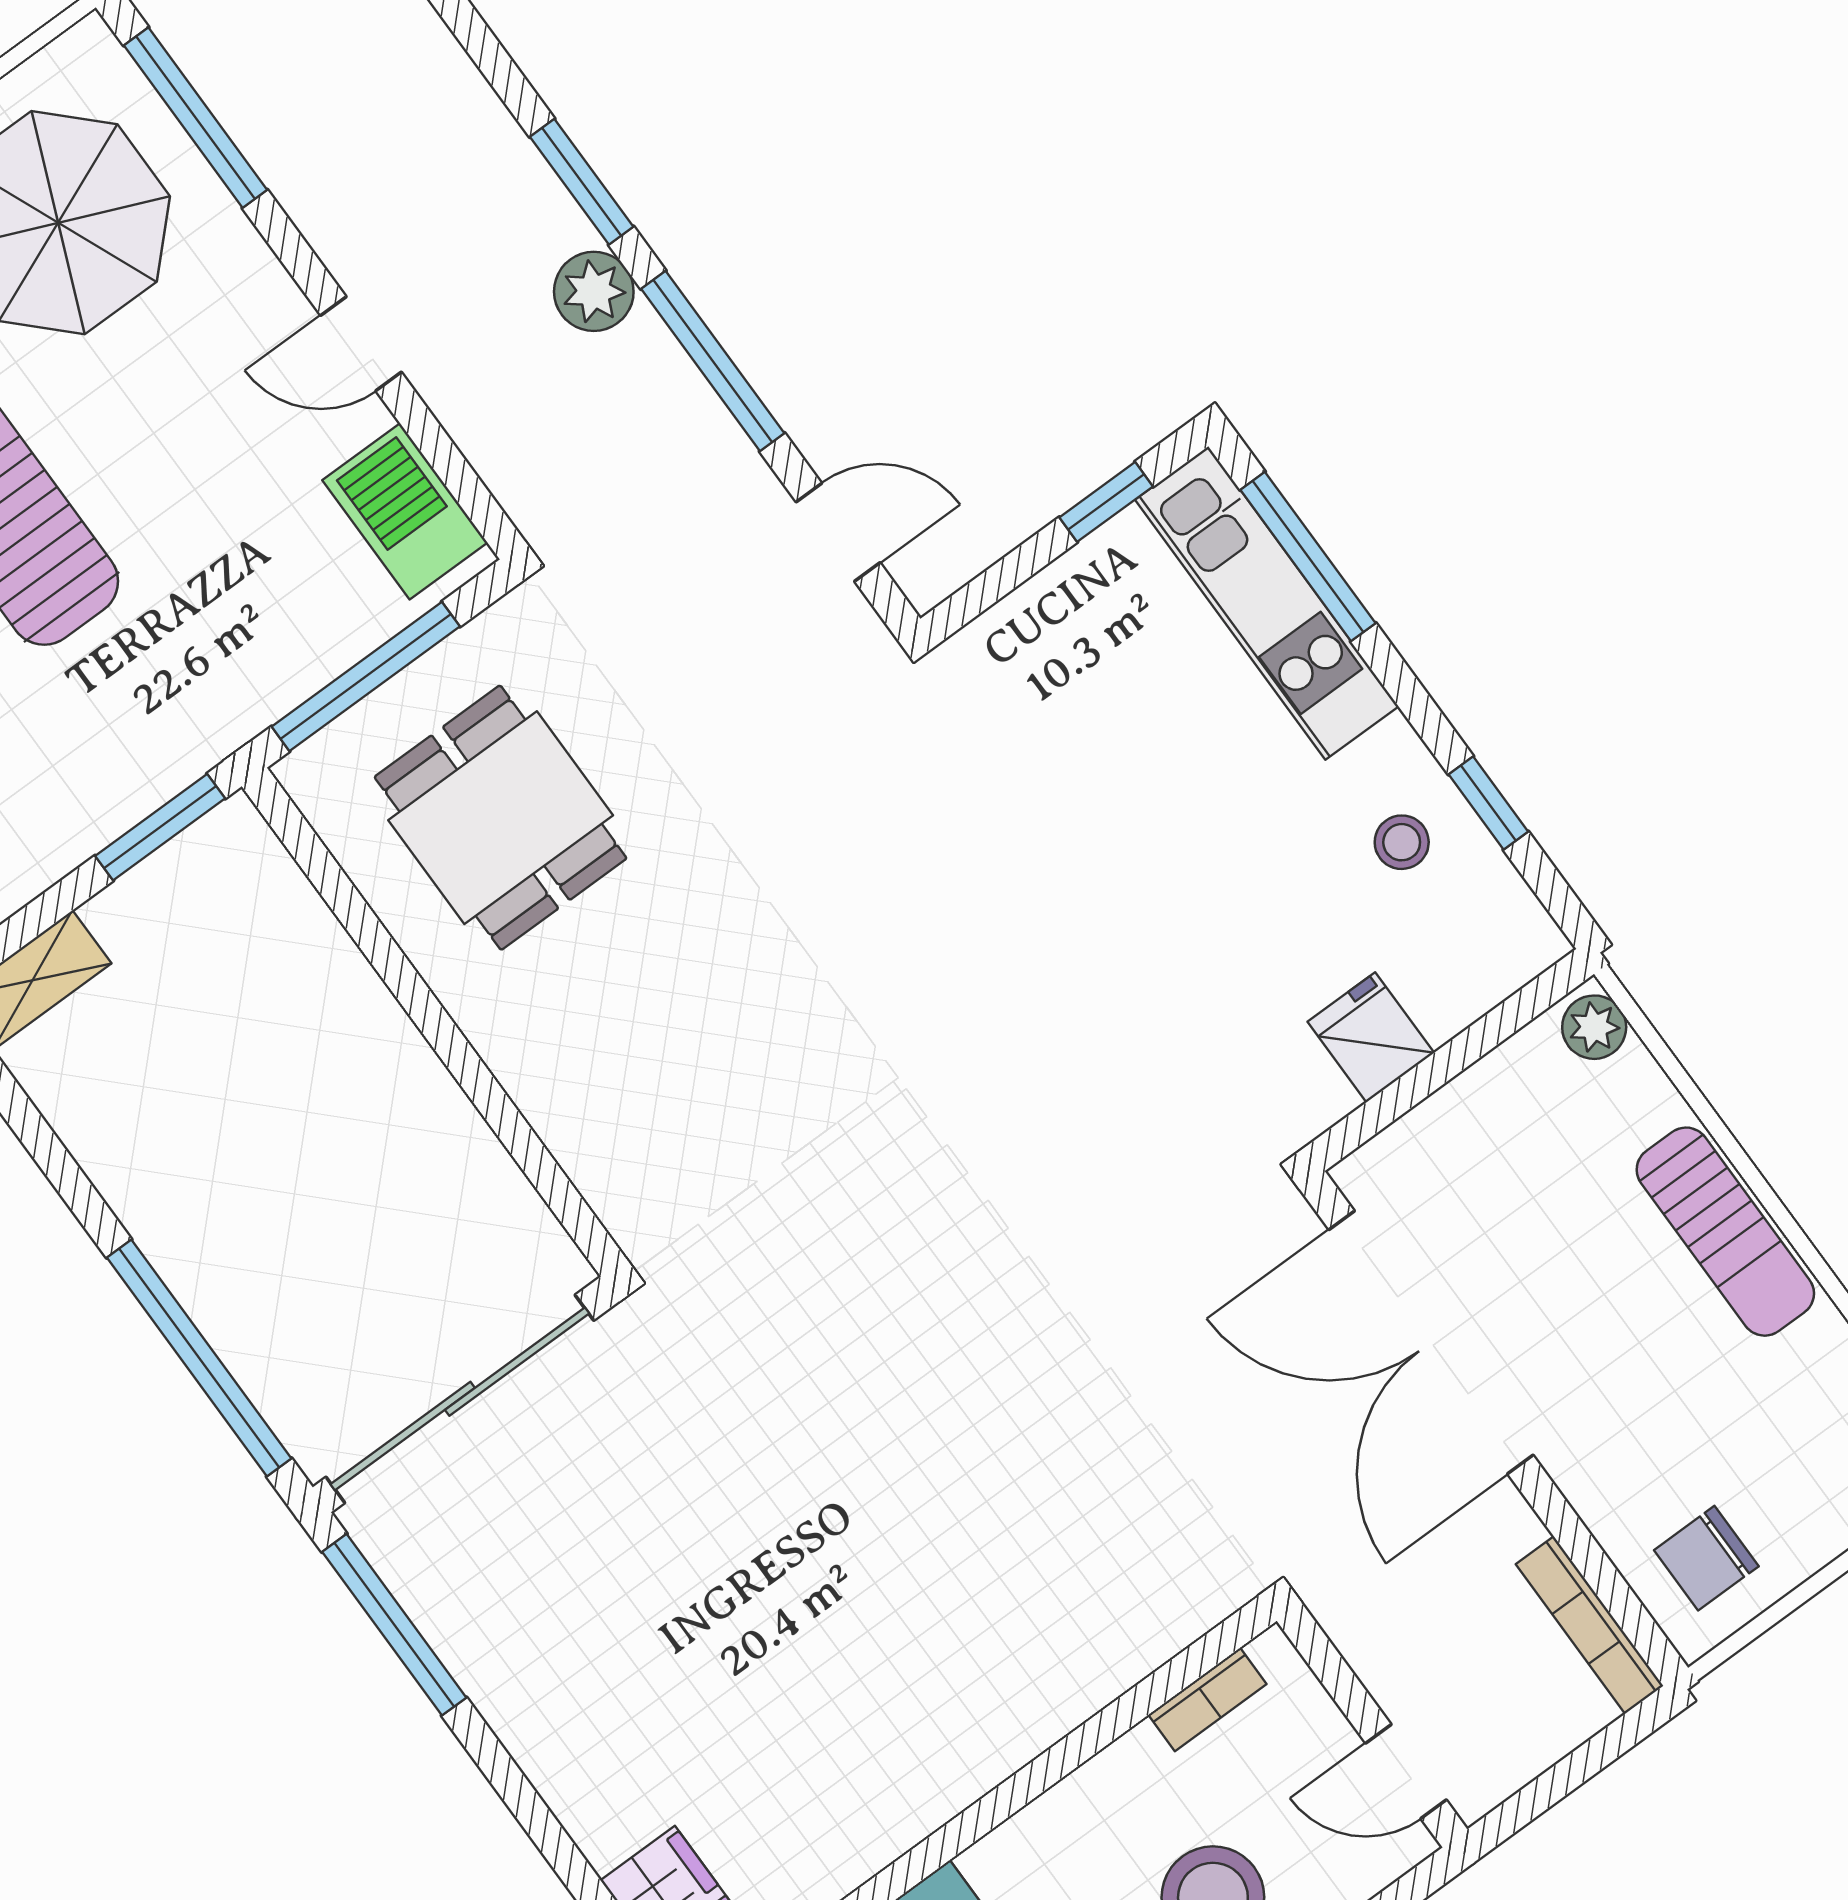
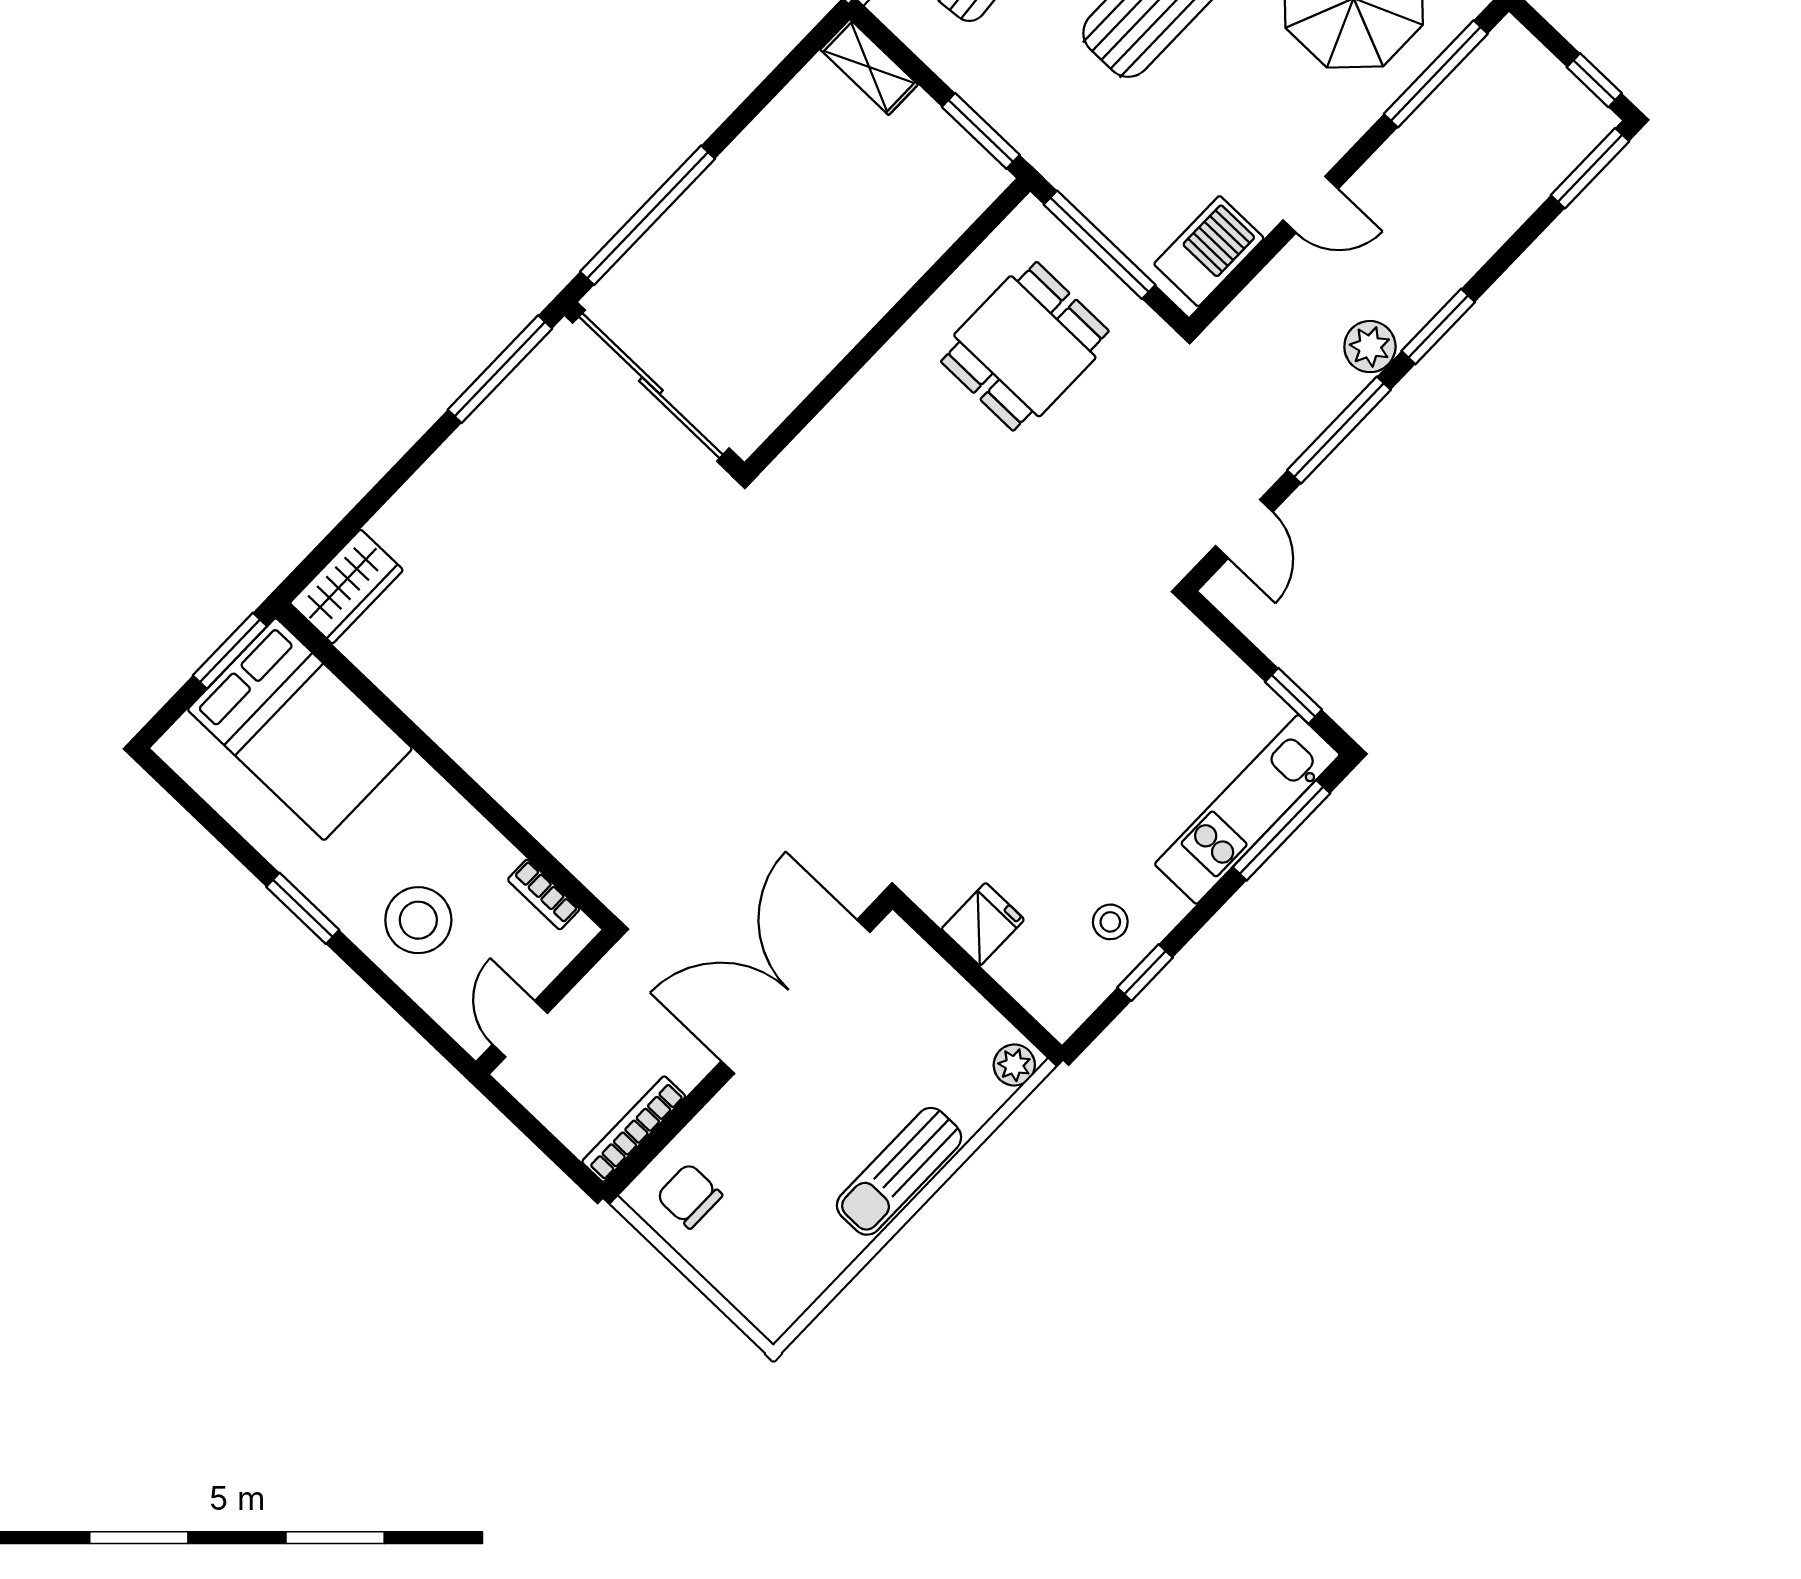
door: (361, 344) -> (1311, 204), swing flipped

